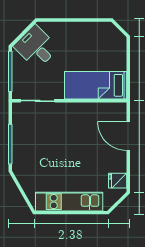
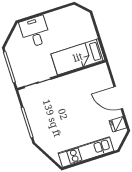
desk: (36, 47) -> (35, 32), moved, turned 45
door: (128, 136) -> (118, 98), moved

